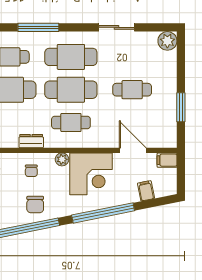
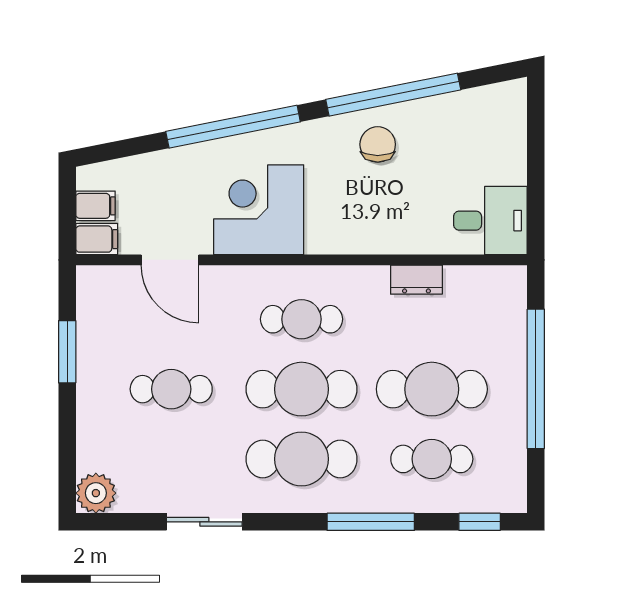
dresser: (31, 141) -> (416, 280), moved
plant: (62, 159) -> (321, 241), removed
chair: (31, 171) -> (386, 216), removed
filing cabinet: (146, 191) -> (96, 206), moved, turned -79

